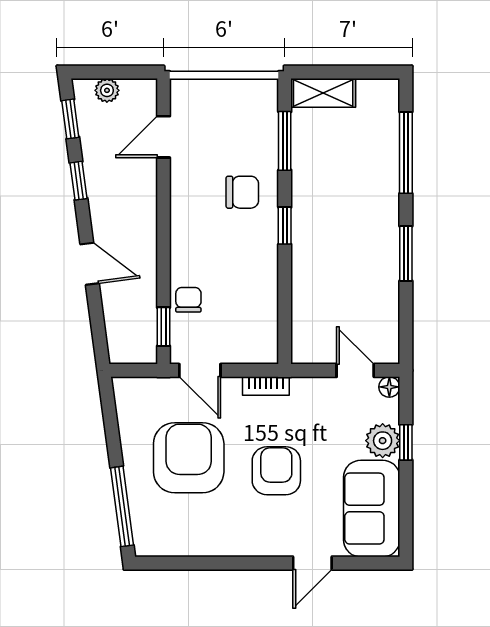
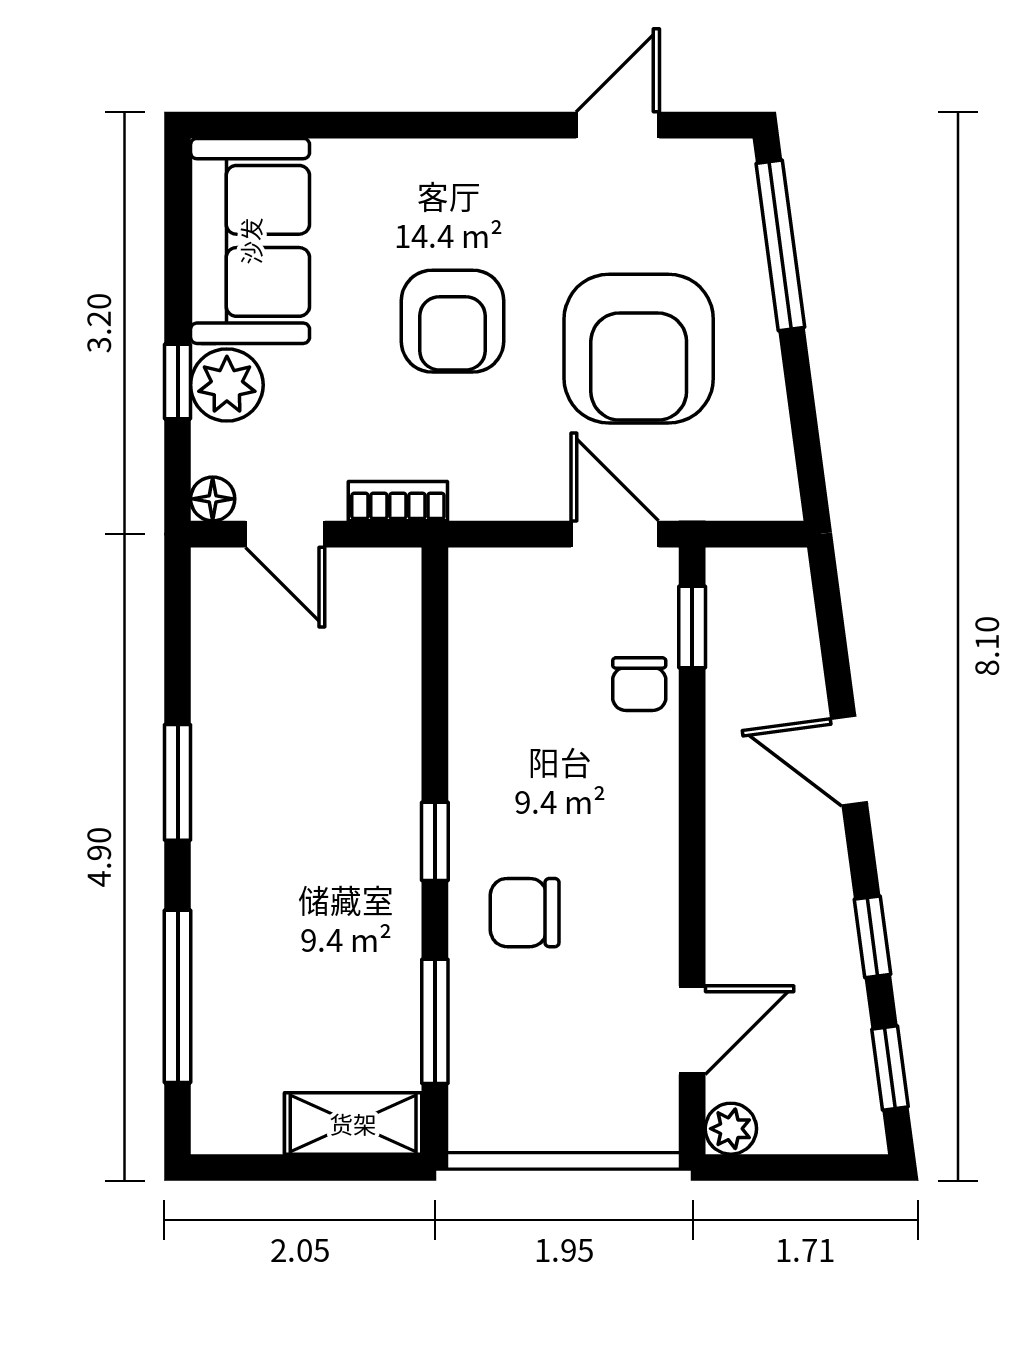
plant: (107, 90) -> (731, 1129), moved
bookcase: (266, 386) -> (398, 501), moved
door: (312, 563) -> (618, 125), moved

